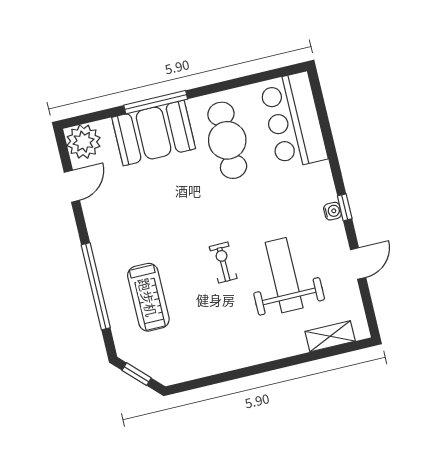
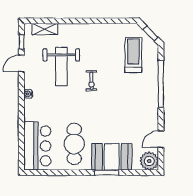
window: (156, 102) -> (107, 173), width x0.69
window: (345, 207) -> (21, 42), moved
treadmill: (148, 297) -> (133, 55), moved

